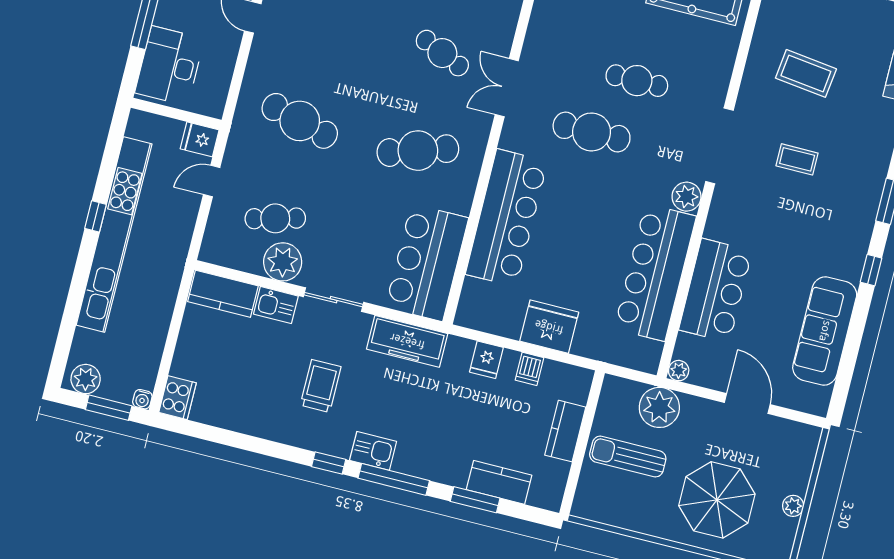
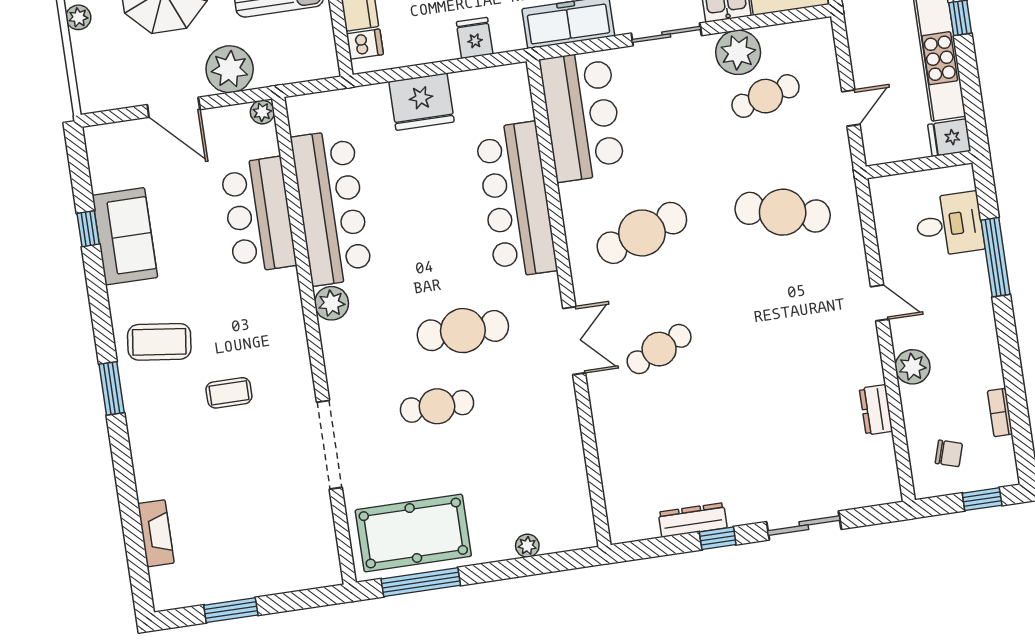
cafe table: (442, 53) -> (659, 349), turned -48
desk: (170, 66) -> (949, 224), width x0.73
coffee table: (806, 73) -> (159, 342), moved
fridge: (200, 139) -> (949, 138), moved, turned 180
doorway: (719, 146) -> (329, 445), moved
window: (871, 270) -> (88, 229), moved
sofa: (825, 331) -> (125, 236), width x0.73
dishwasher: (529, 369) -> (365, 44), moved, turned 90
plant: (659, 407) -> (230, 69), moved

